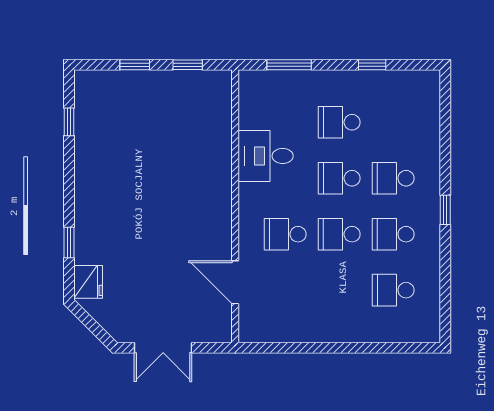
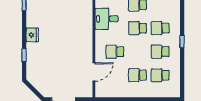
school desk: (339, 234) -> (138, 75), moved
fridge: (88, 282) -> (32, 35), moved
door: (235, 282) -> (94, 72), swing flipped

